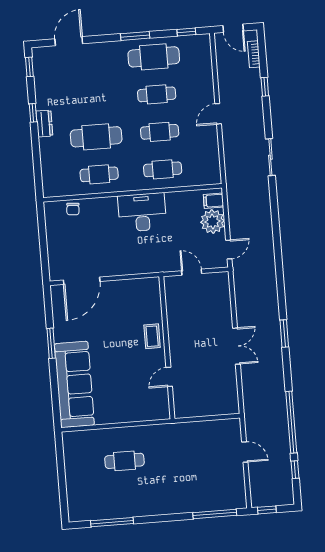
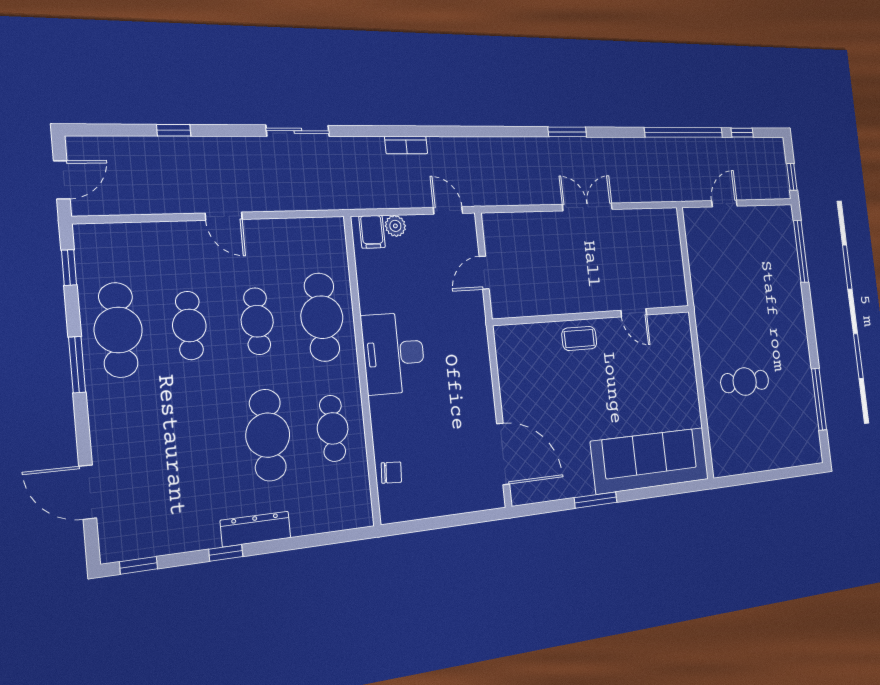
bookcase: (254, 54) -> (406, 145), moved
dresser: (44, 124) -> (256, 529), width x1.44
cafe table: (163, 169) -> (322, 317), width x1.37, depth x1.35
plant: (213, 222) -> (395, 226), width x0.53, depth x0.53
cafe table: (124, 461) -> (745, 382), turned 90

